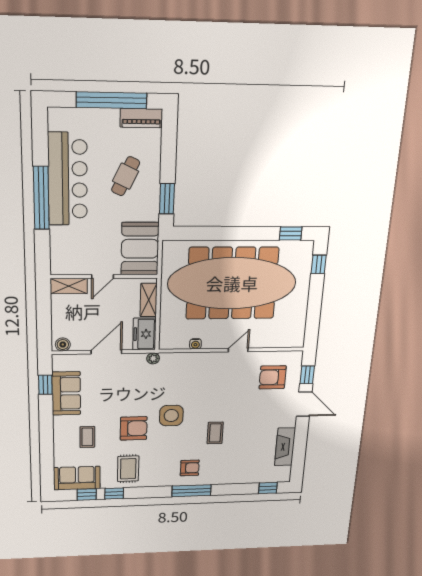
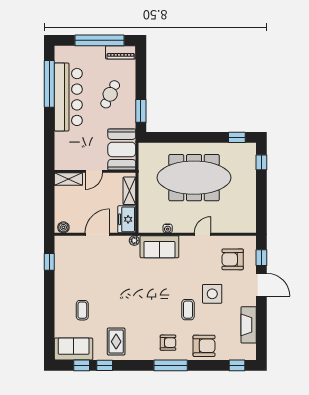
window: (41, 198) -> (49, 84), moved
meeting table: (232, 283) -> (194, 178), width x0.73, depth x0.79
sofa: (66, 393) -> (159, 247), moved, turned 90
side table: (171, 416) -> (212, 294), moved
armchair: (134, 428) -> (204, 346), moved

